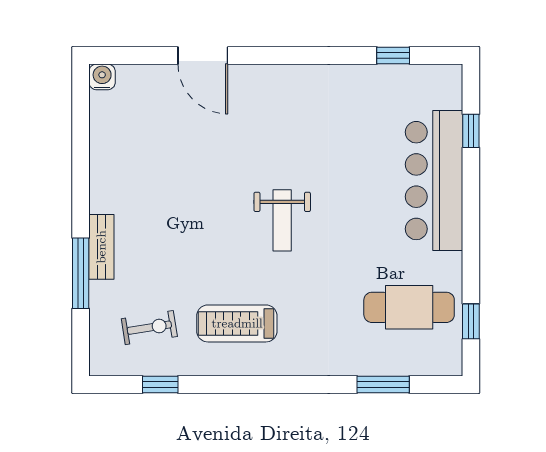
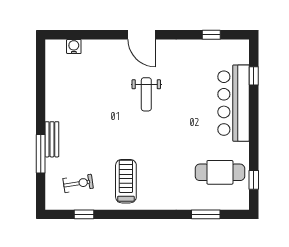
door: (203, 55) -> (142, 35), moved
water cooler: (102, 77) -> (74, 47), moved
weight bench: (282, 220) -> (146, 94), moved
treadmill: (237, 323) -> (126, 181), turned 90

